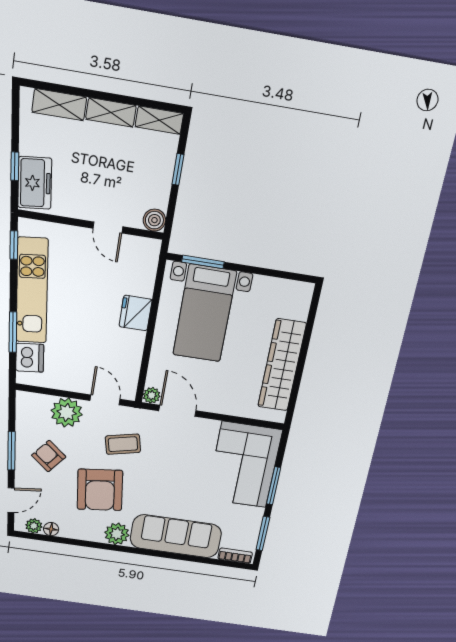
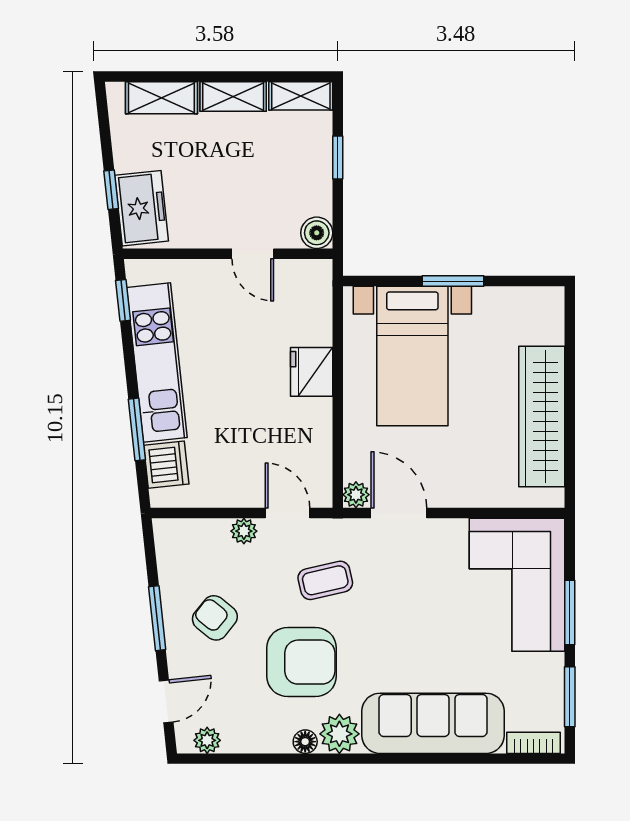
window: (203, 262) -> (453, 281), moved
plant: (67, 412) -> (244, 531), width x0.53, depth x0.53
armchair: (100, 490) -> (302, 662), turned -83
floor lamp: (51, 529) -> (305, 742), moved

